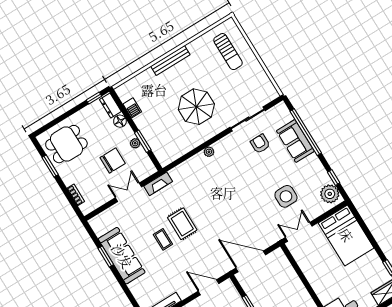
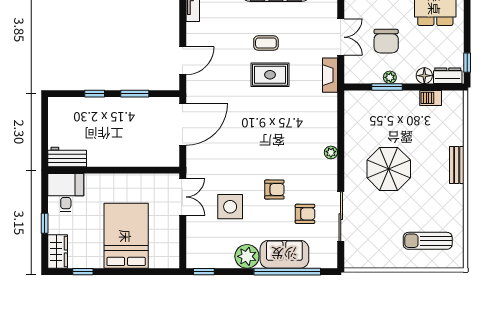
bench: (170, 60) -> (457, 165), width x0.73
armchair: (257, 174) -> (274, 190), added
window: (334, 177) -> (204, 272), moved
plant: (330, 194) -> (247, 256), moved
bed: (346, 235) -> (126, 236), moved, turned 90

